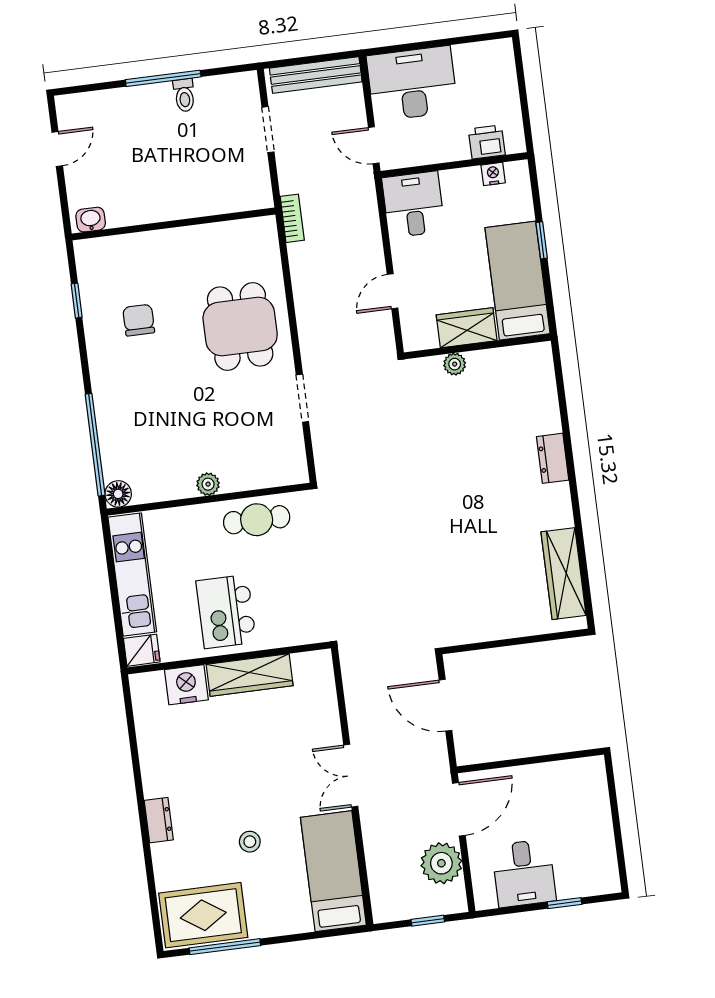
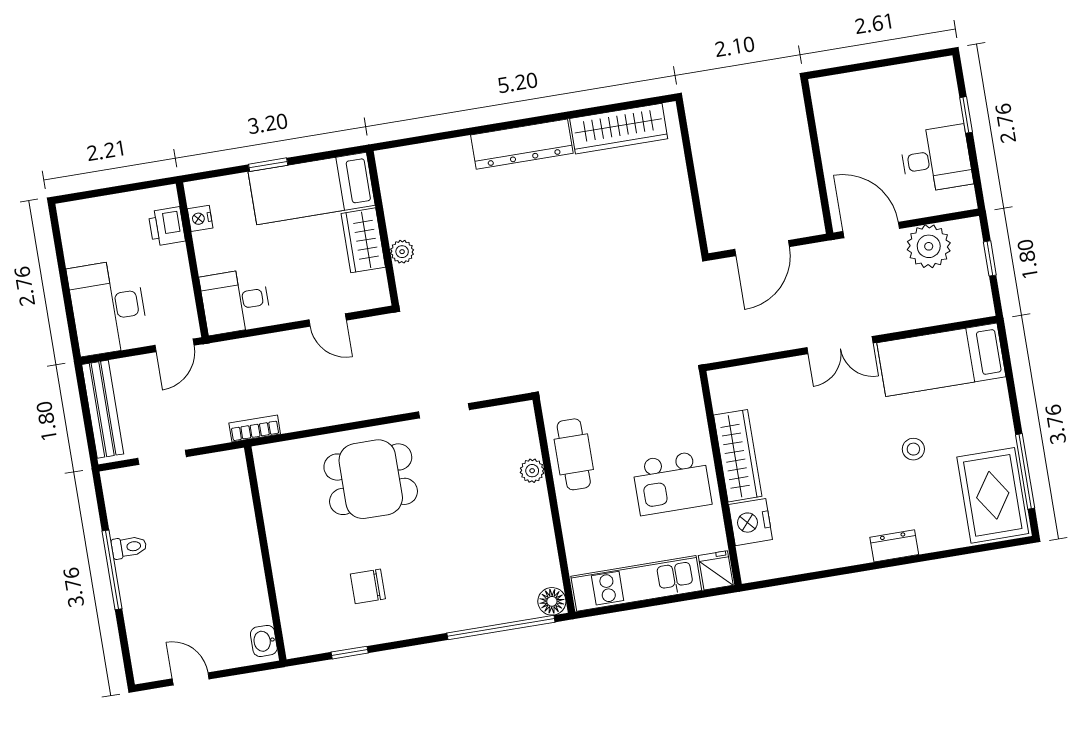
dresser: (553, 458) -> (522, 144), width x1.96, depth x1.24
plant: (208, 484) -> (532, 471), moved

